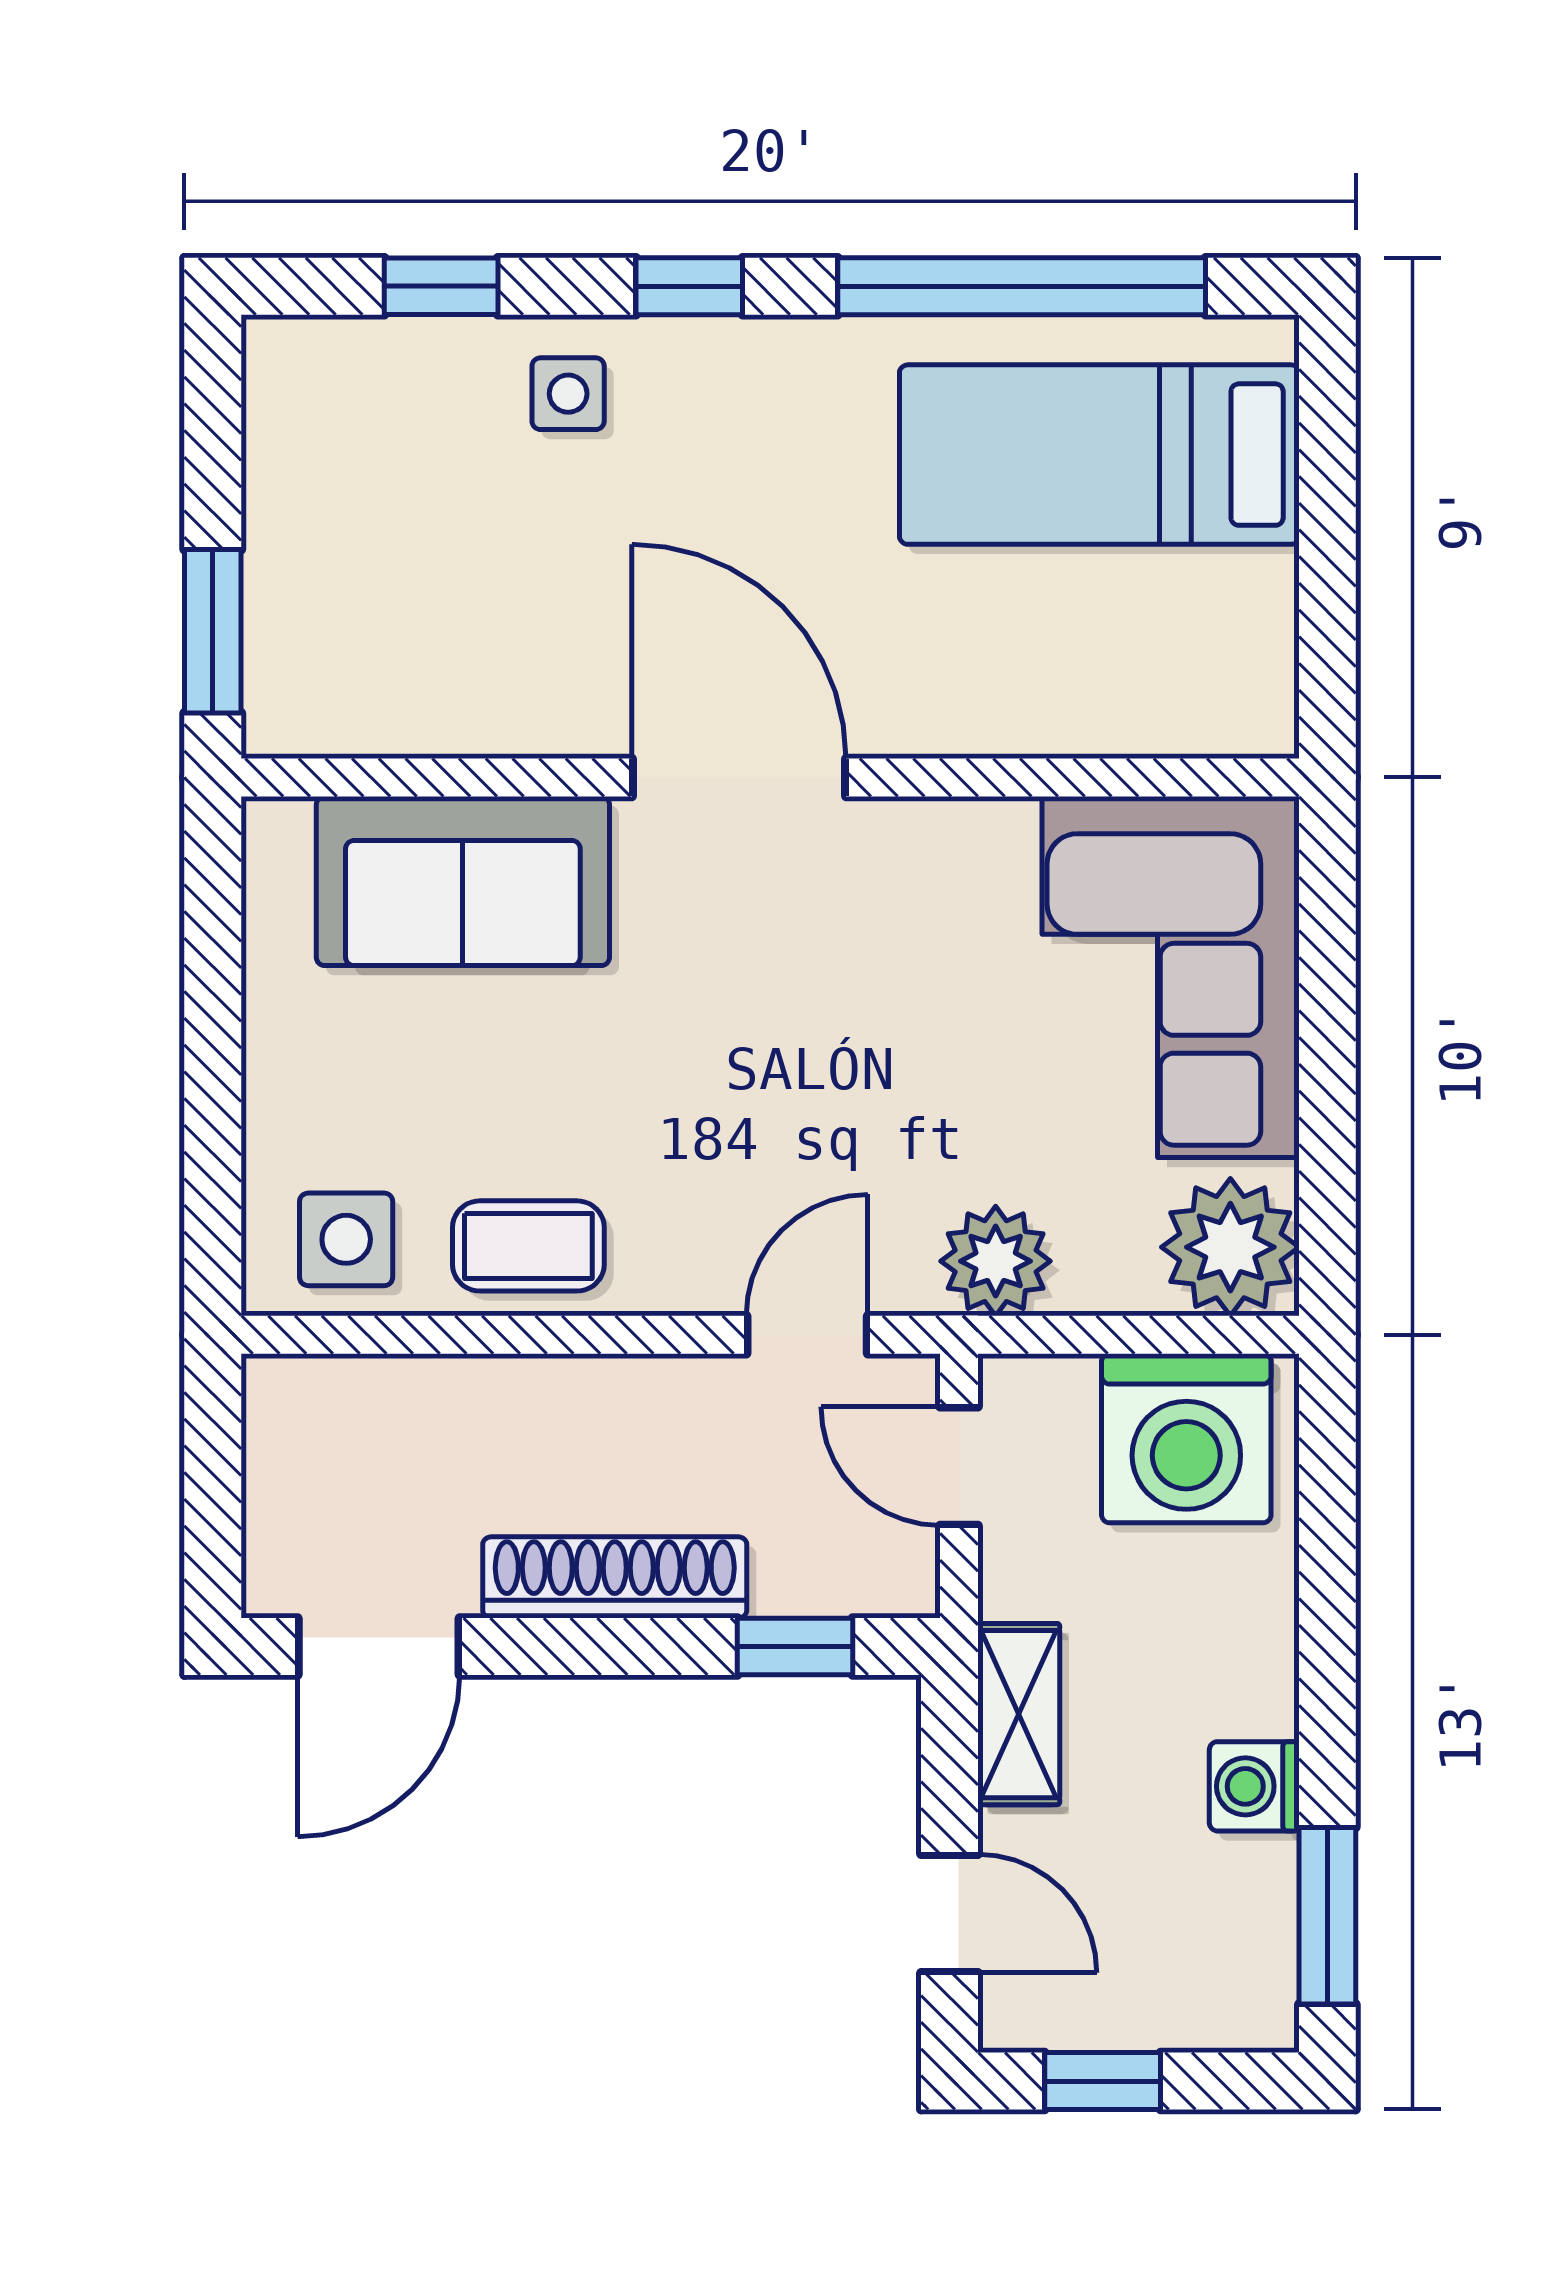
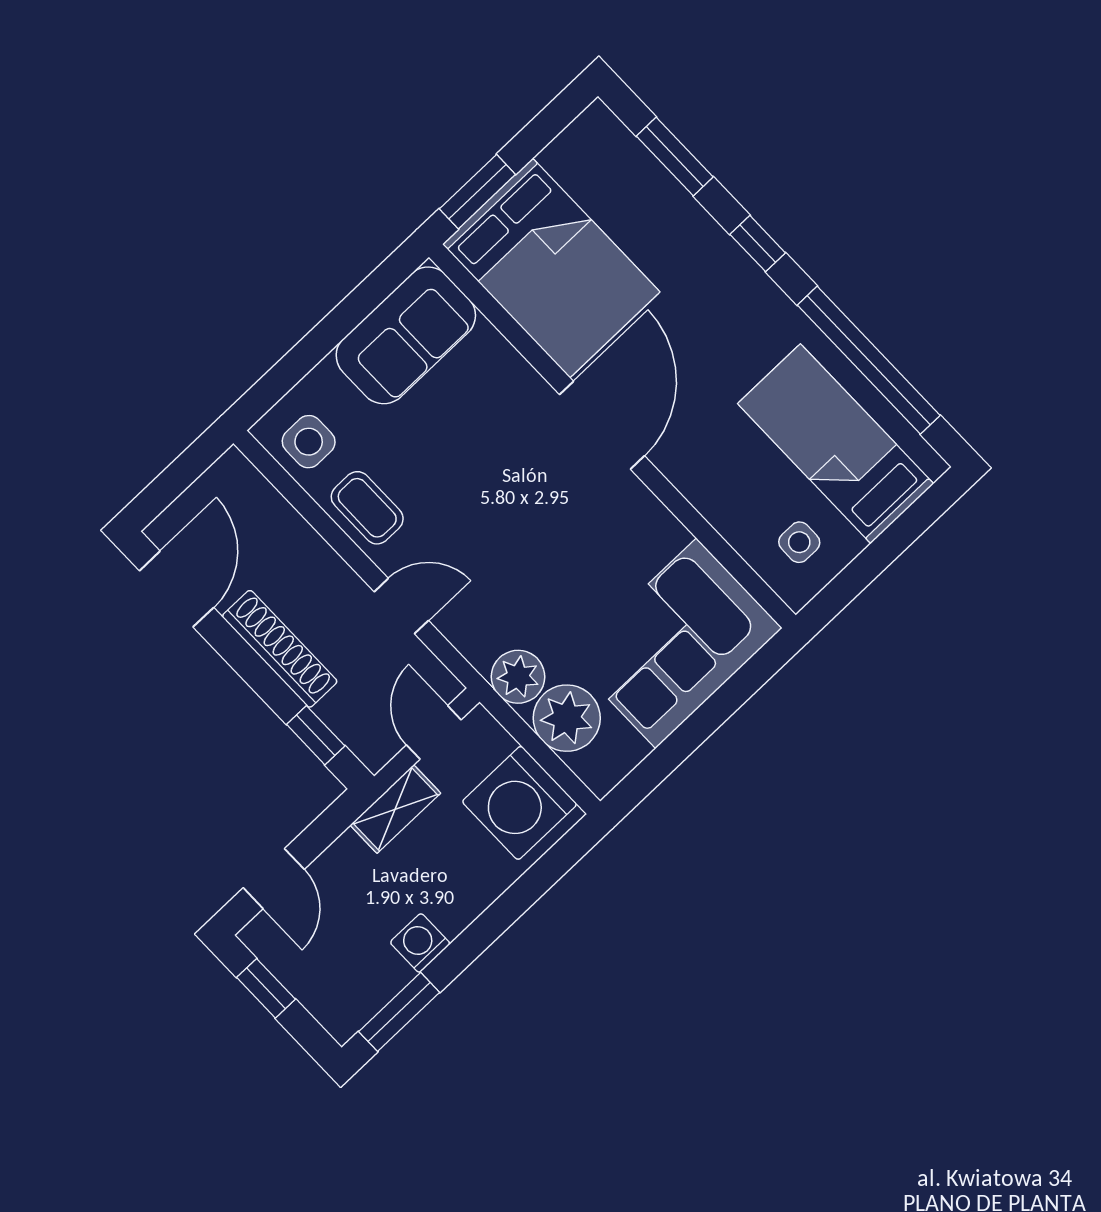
window: (441, 286) -> (675, 156), width x1.50
side table: (568, 394) -> (799, 542), moved
bed: (432, 630) -> (551, 268), added
sofa: (463, 881) -> (406, 335), moved, turned -90
plant: (1230, 1247) -> (567, 718), moved
door: (807, 1335) -> (401, 606), moved
door: (379, 1647) -> (177, 589), swing flipped
shelving: (1019, 1714) -> (395, 809), moved

